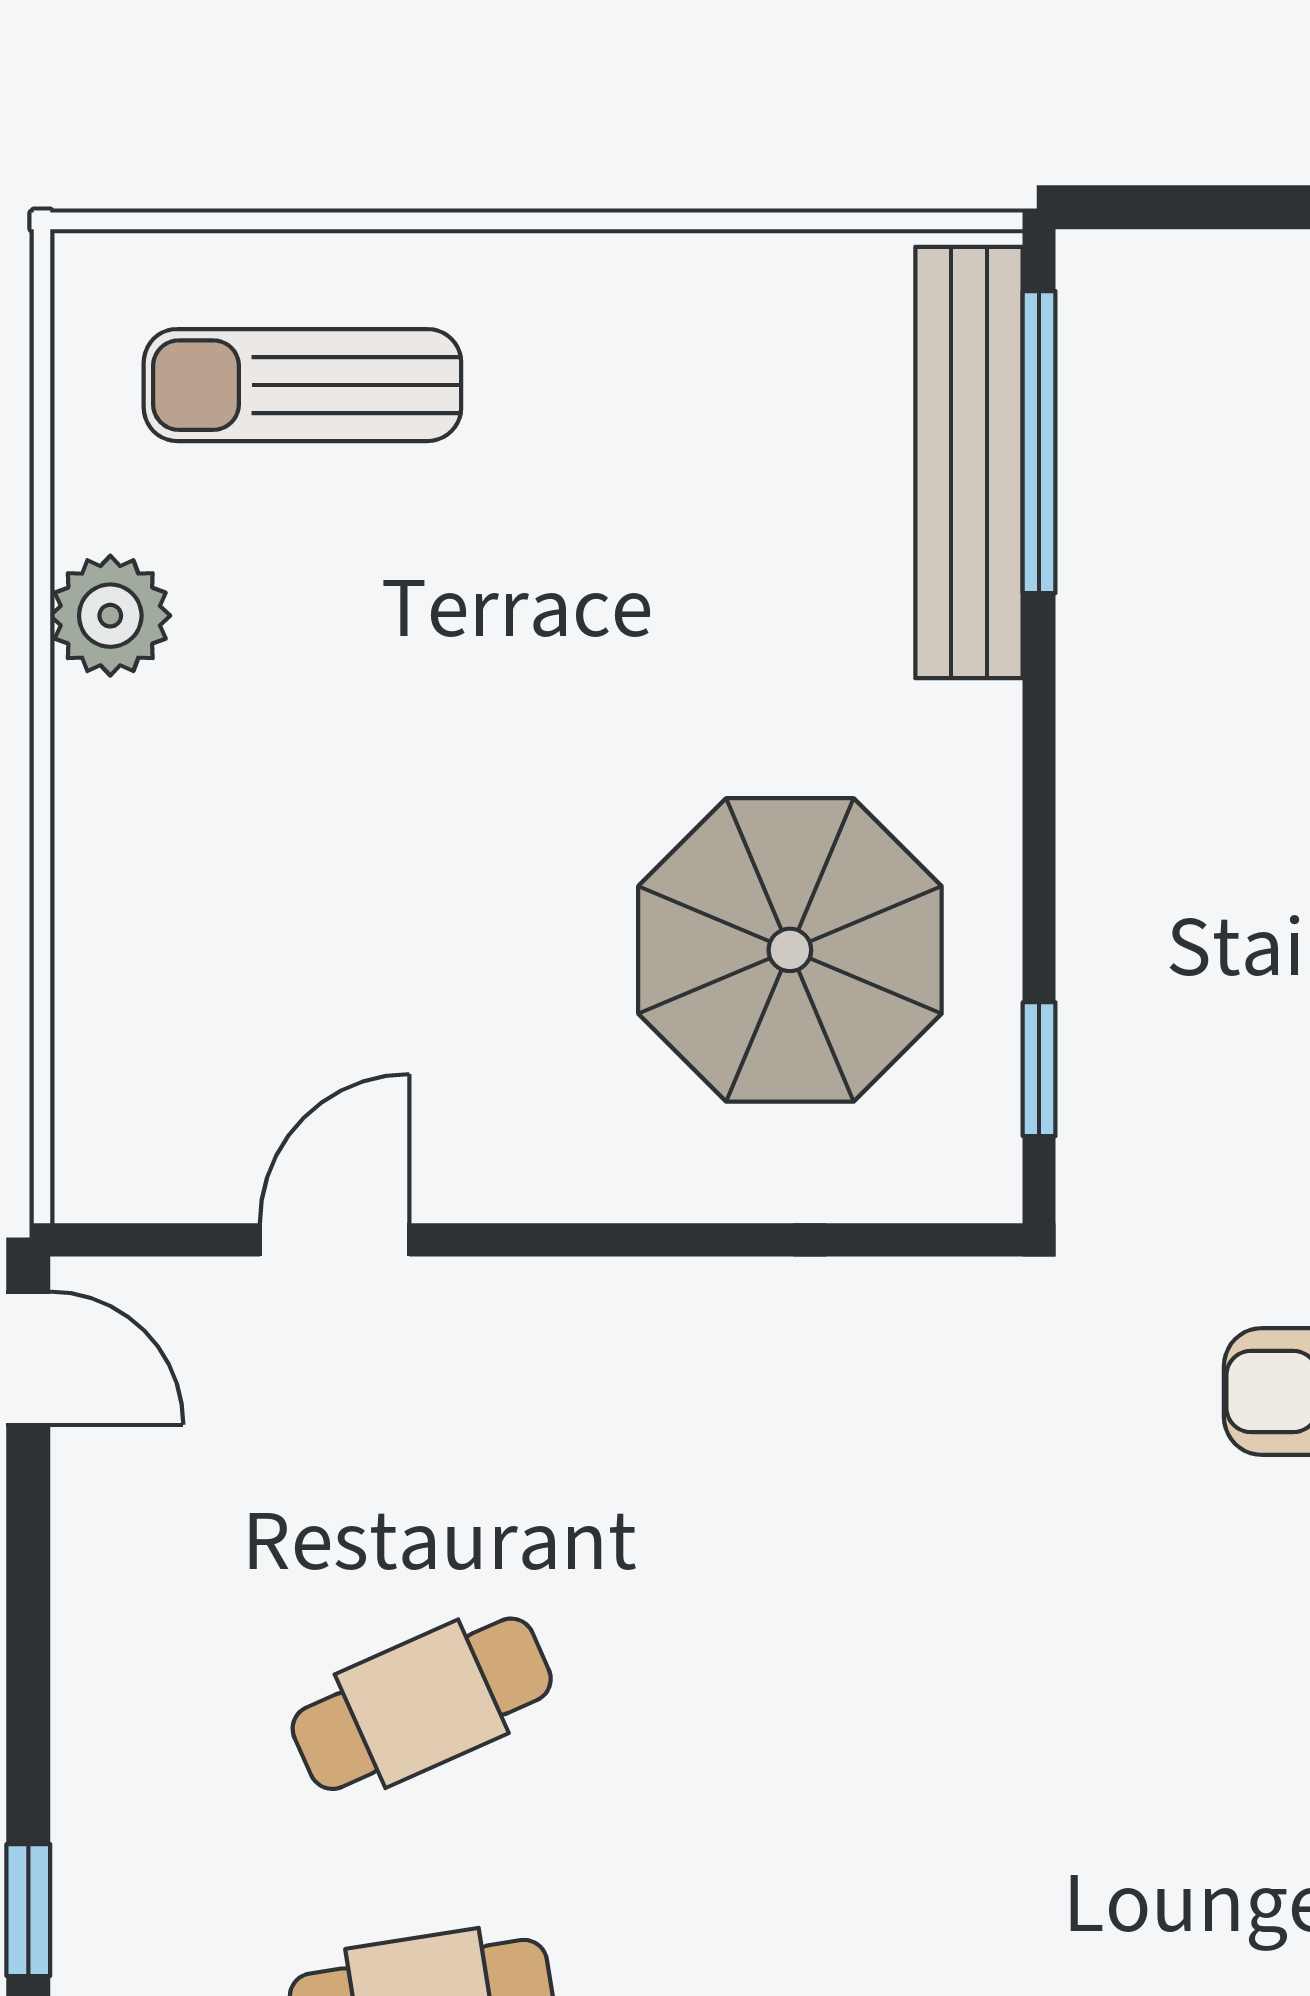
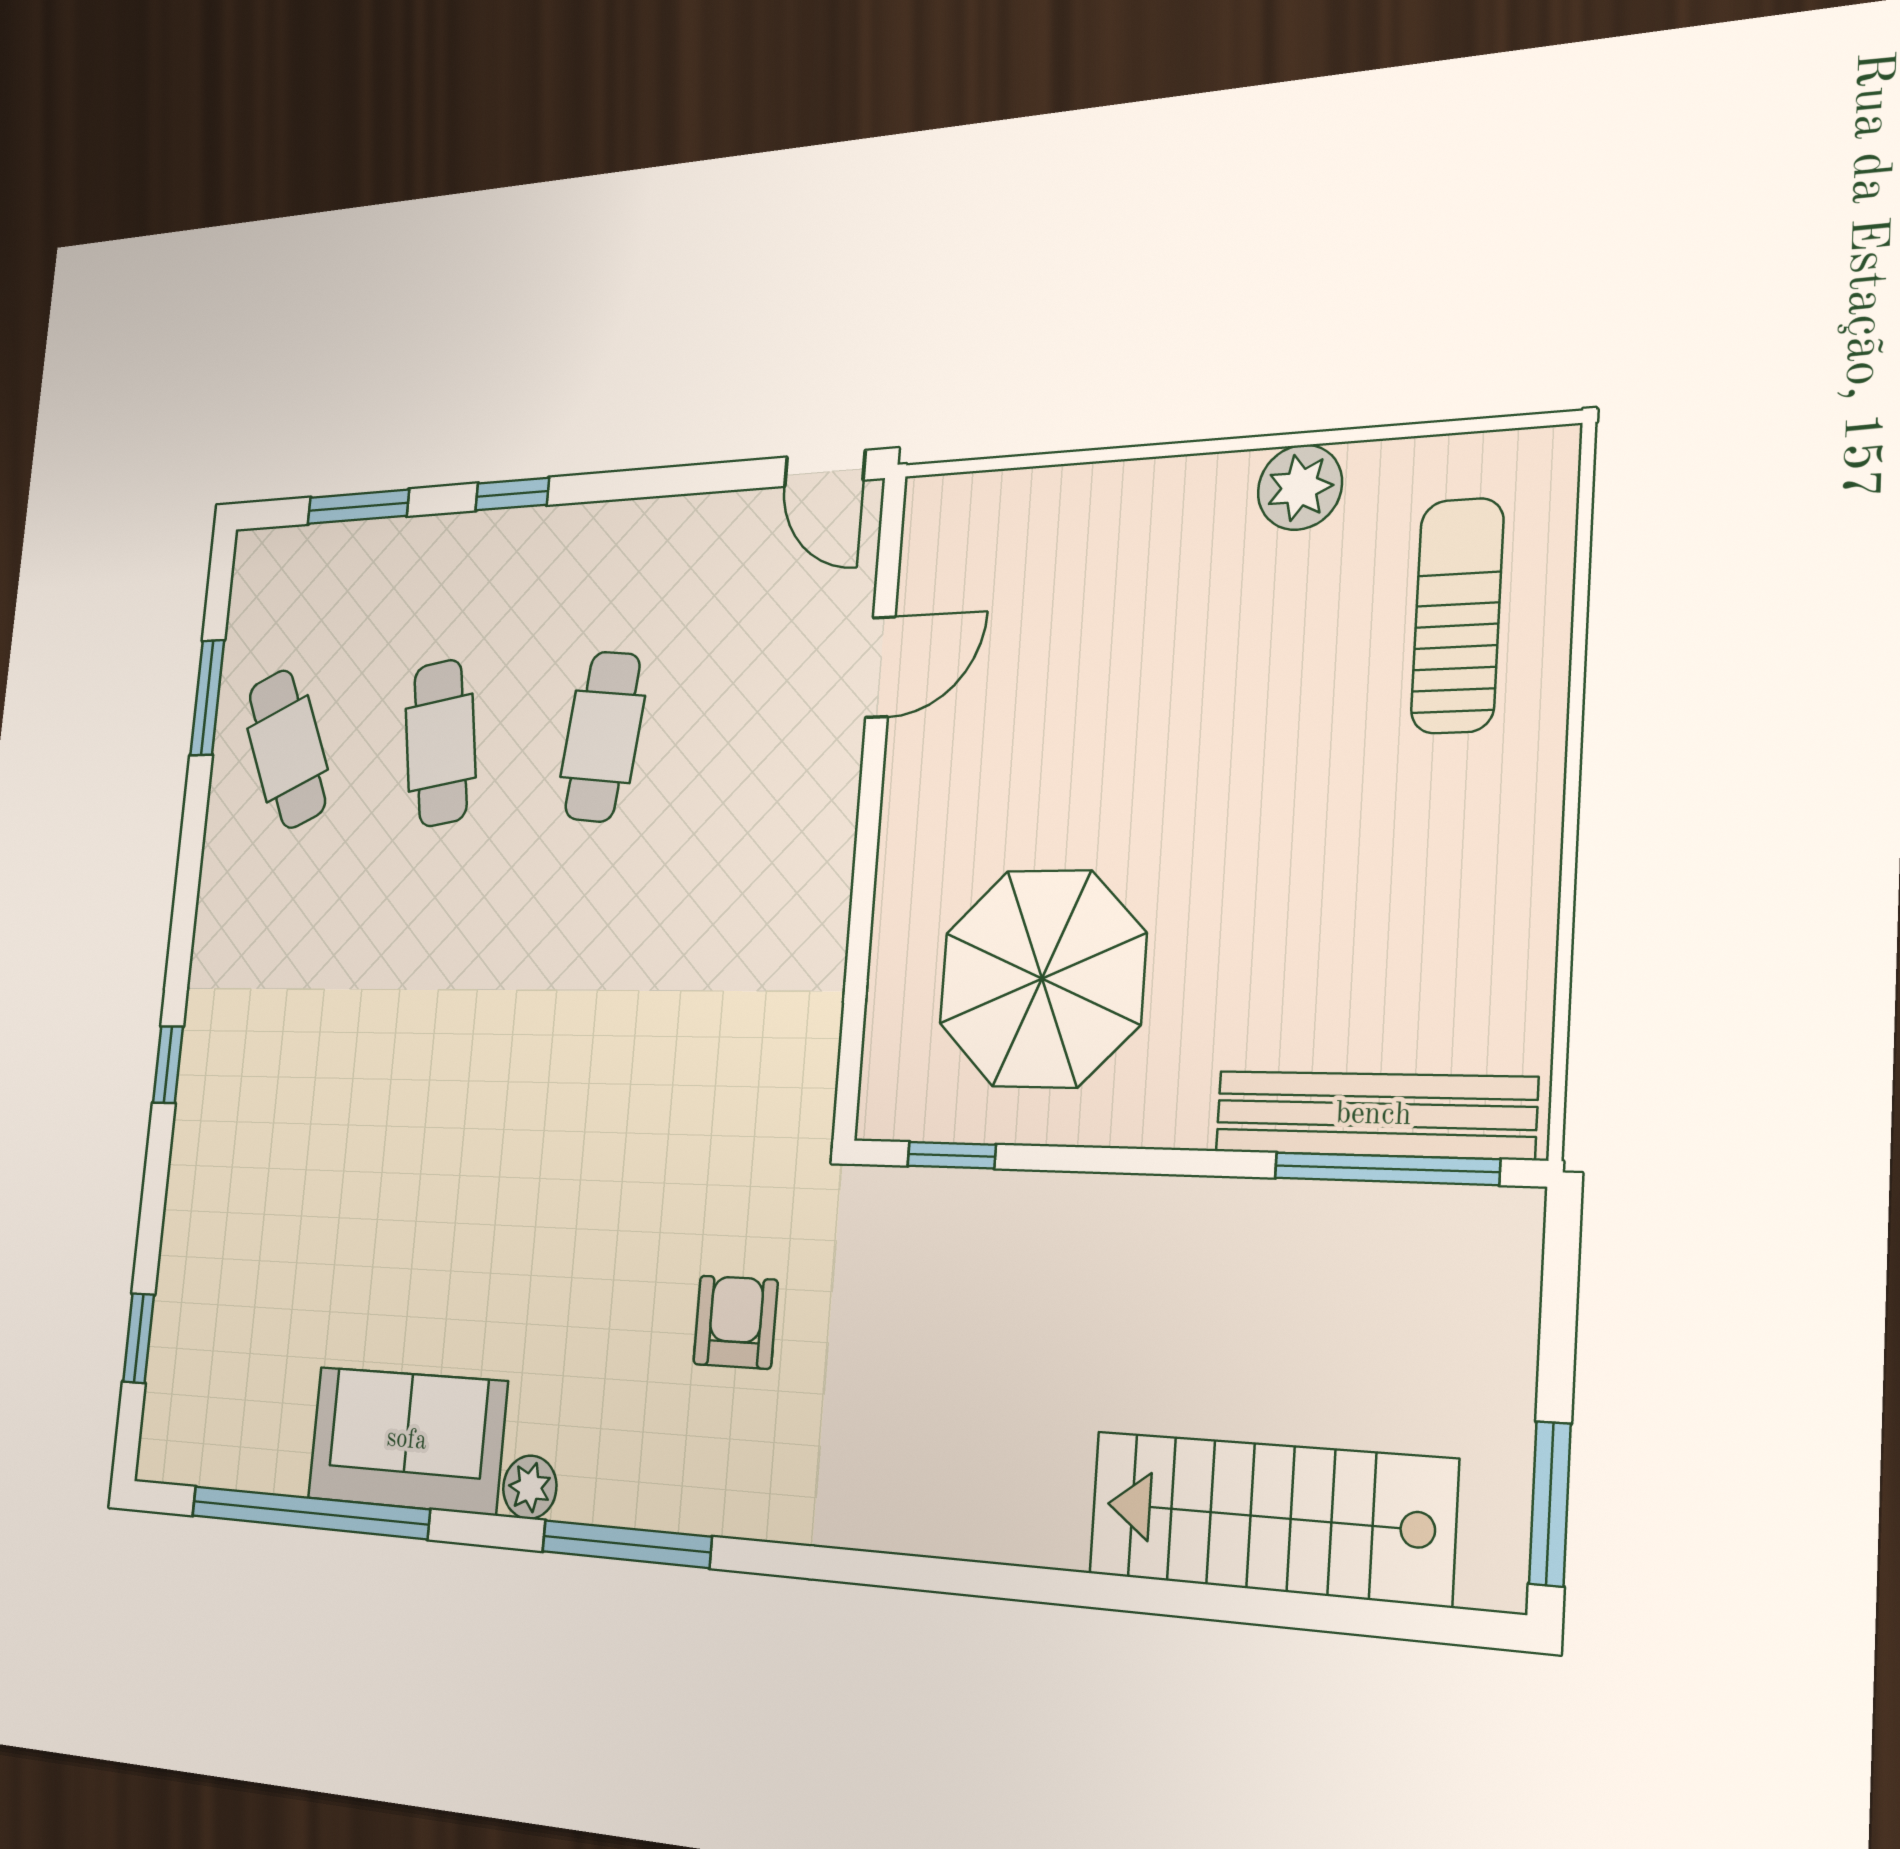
door: (335, 1240) -> (880, 667), hinge flipped
door: (28, 1358) -> (825, 469), hinge flipped
cafe table: (422, 1704) -> (603, 737), turned 30

